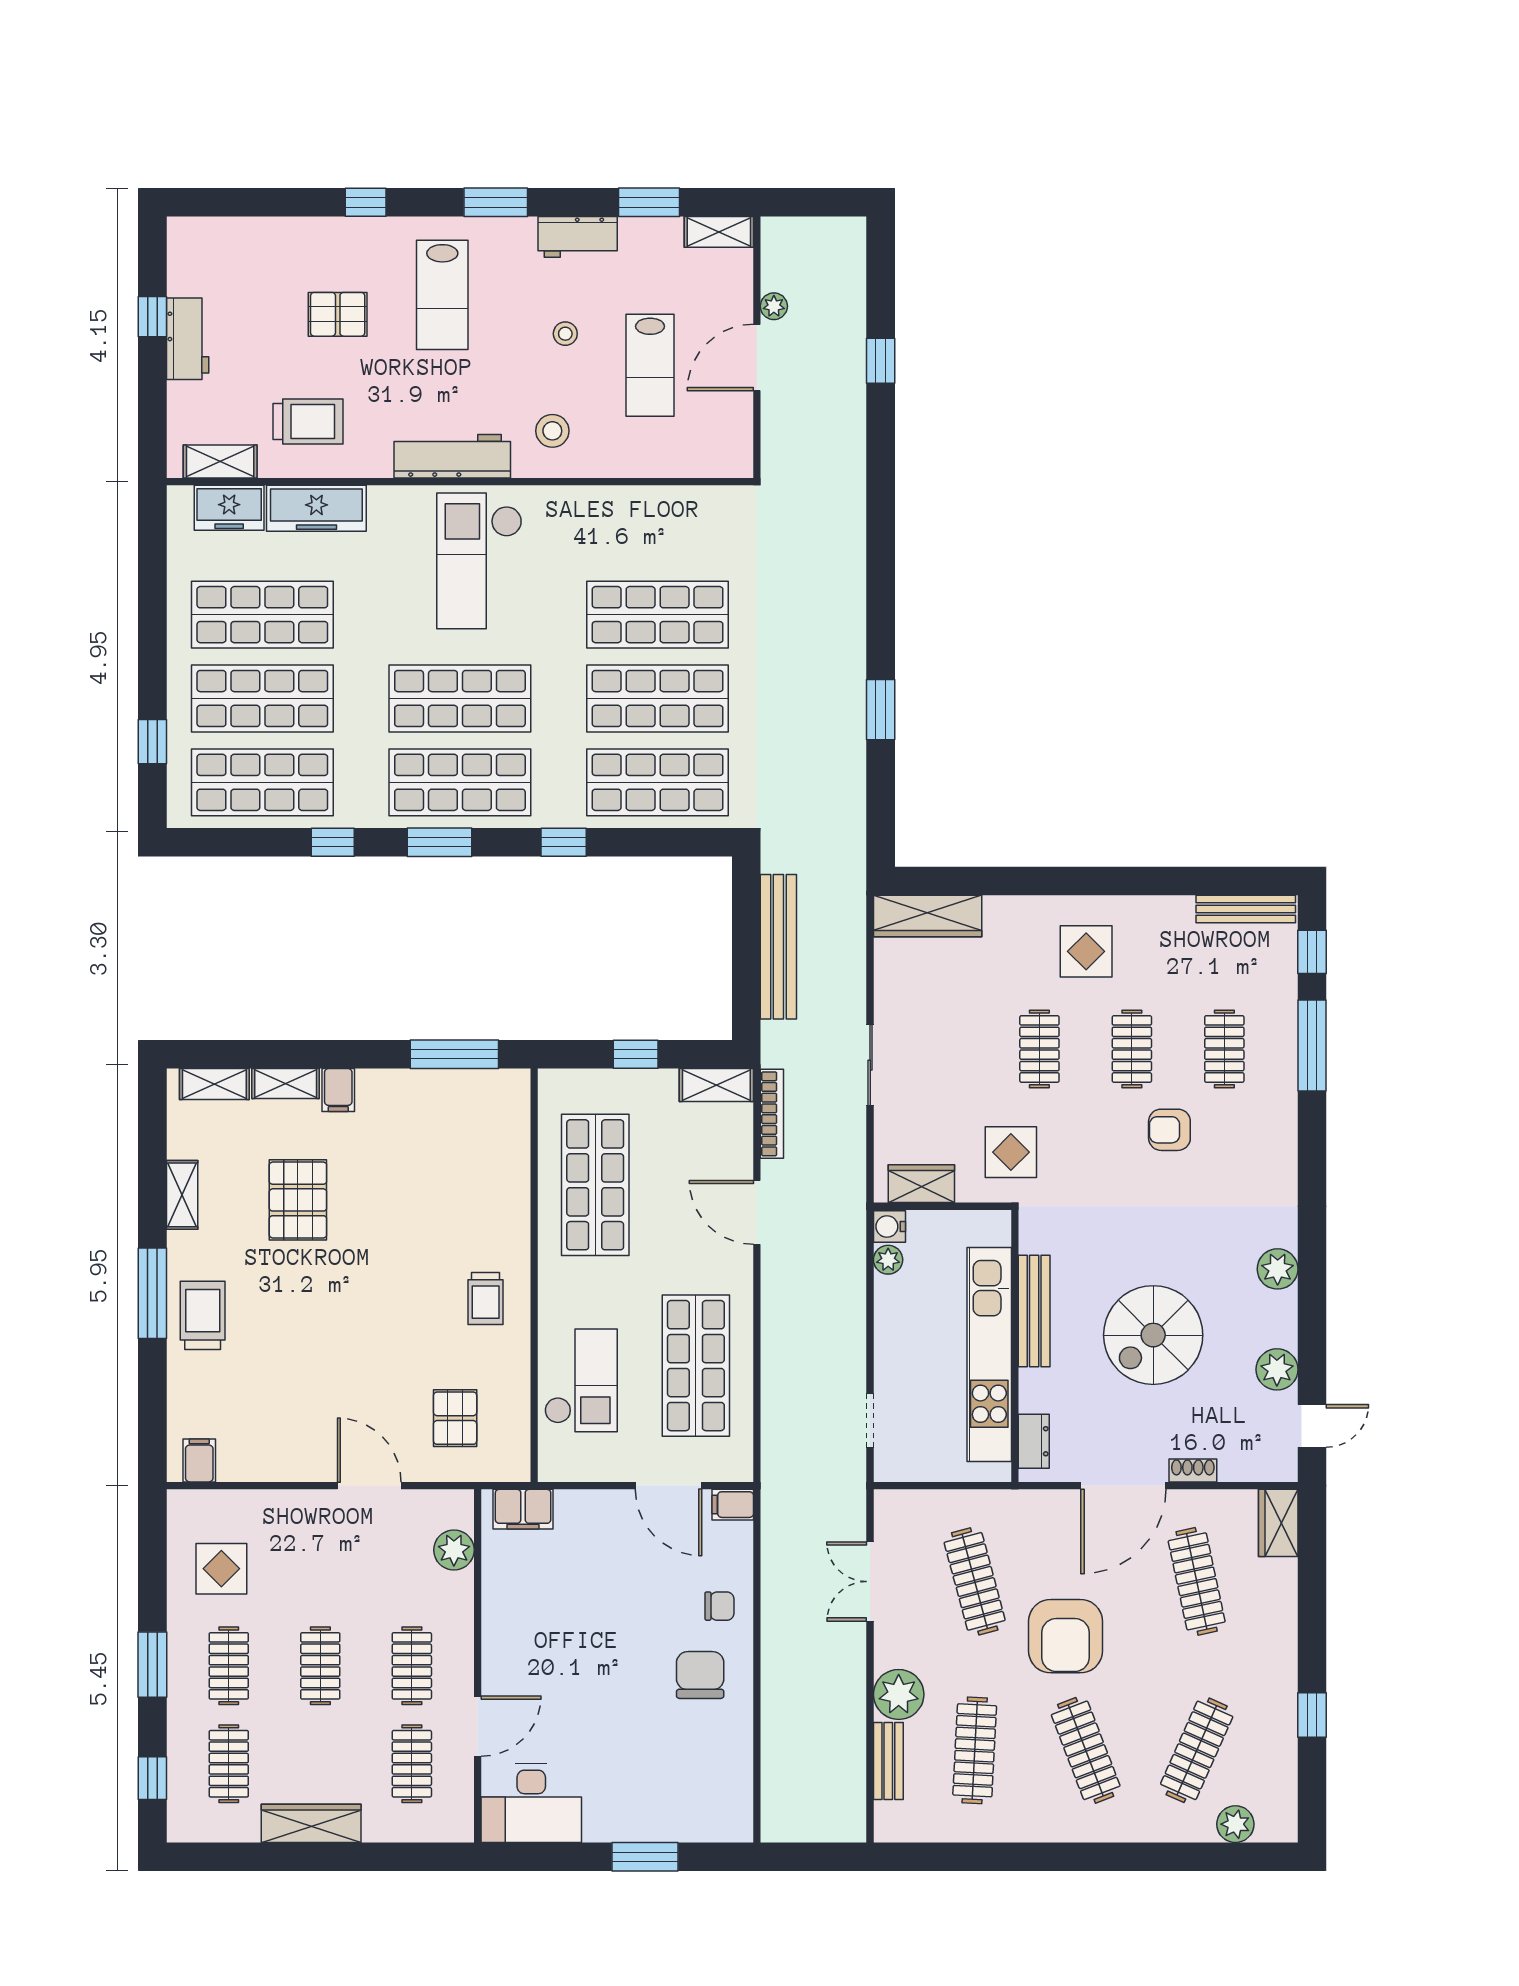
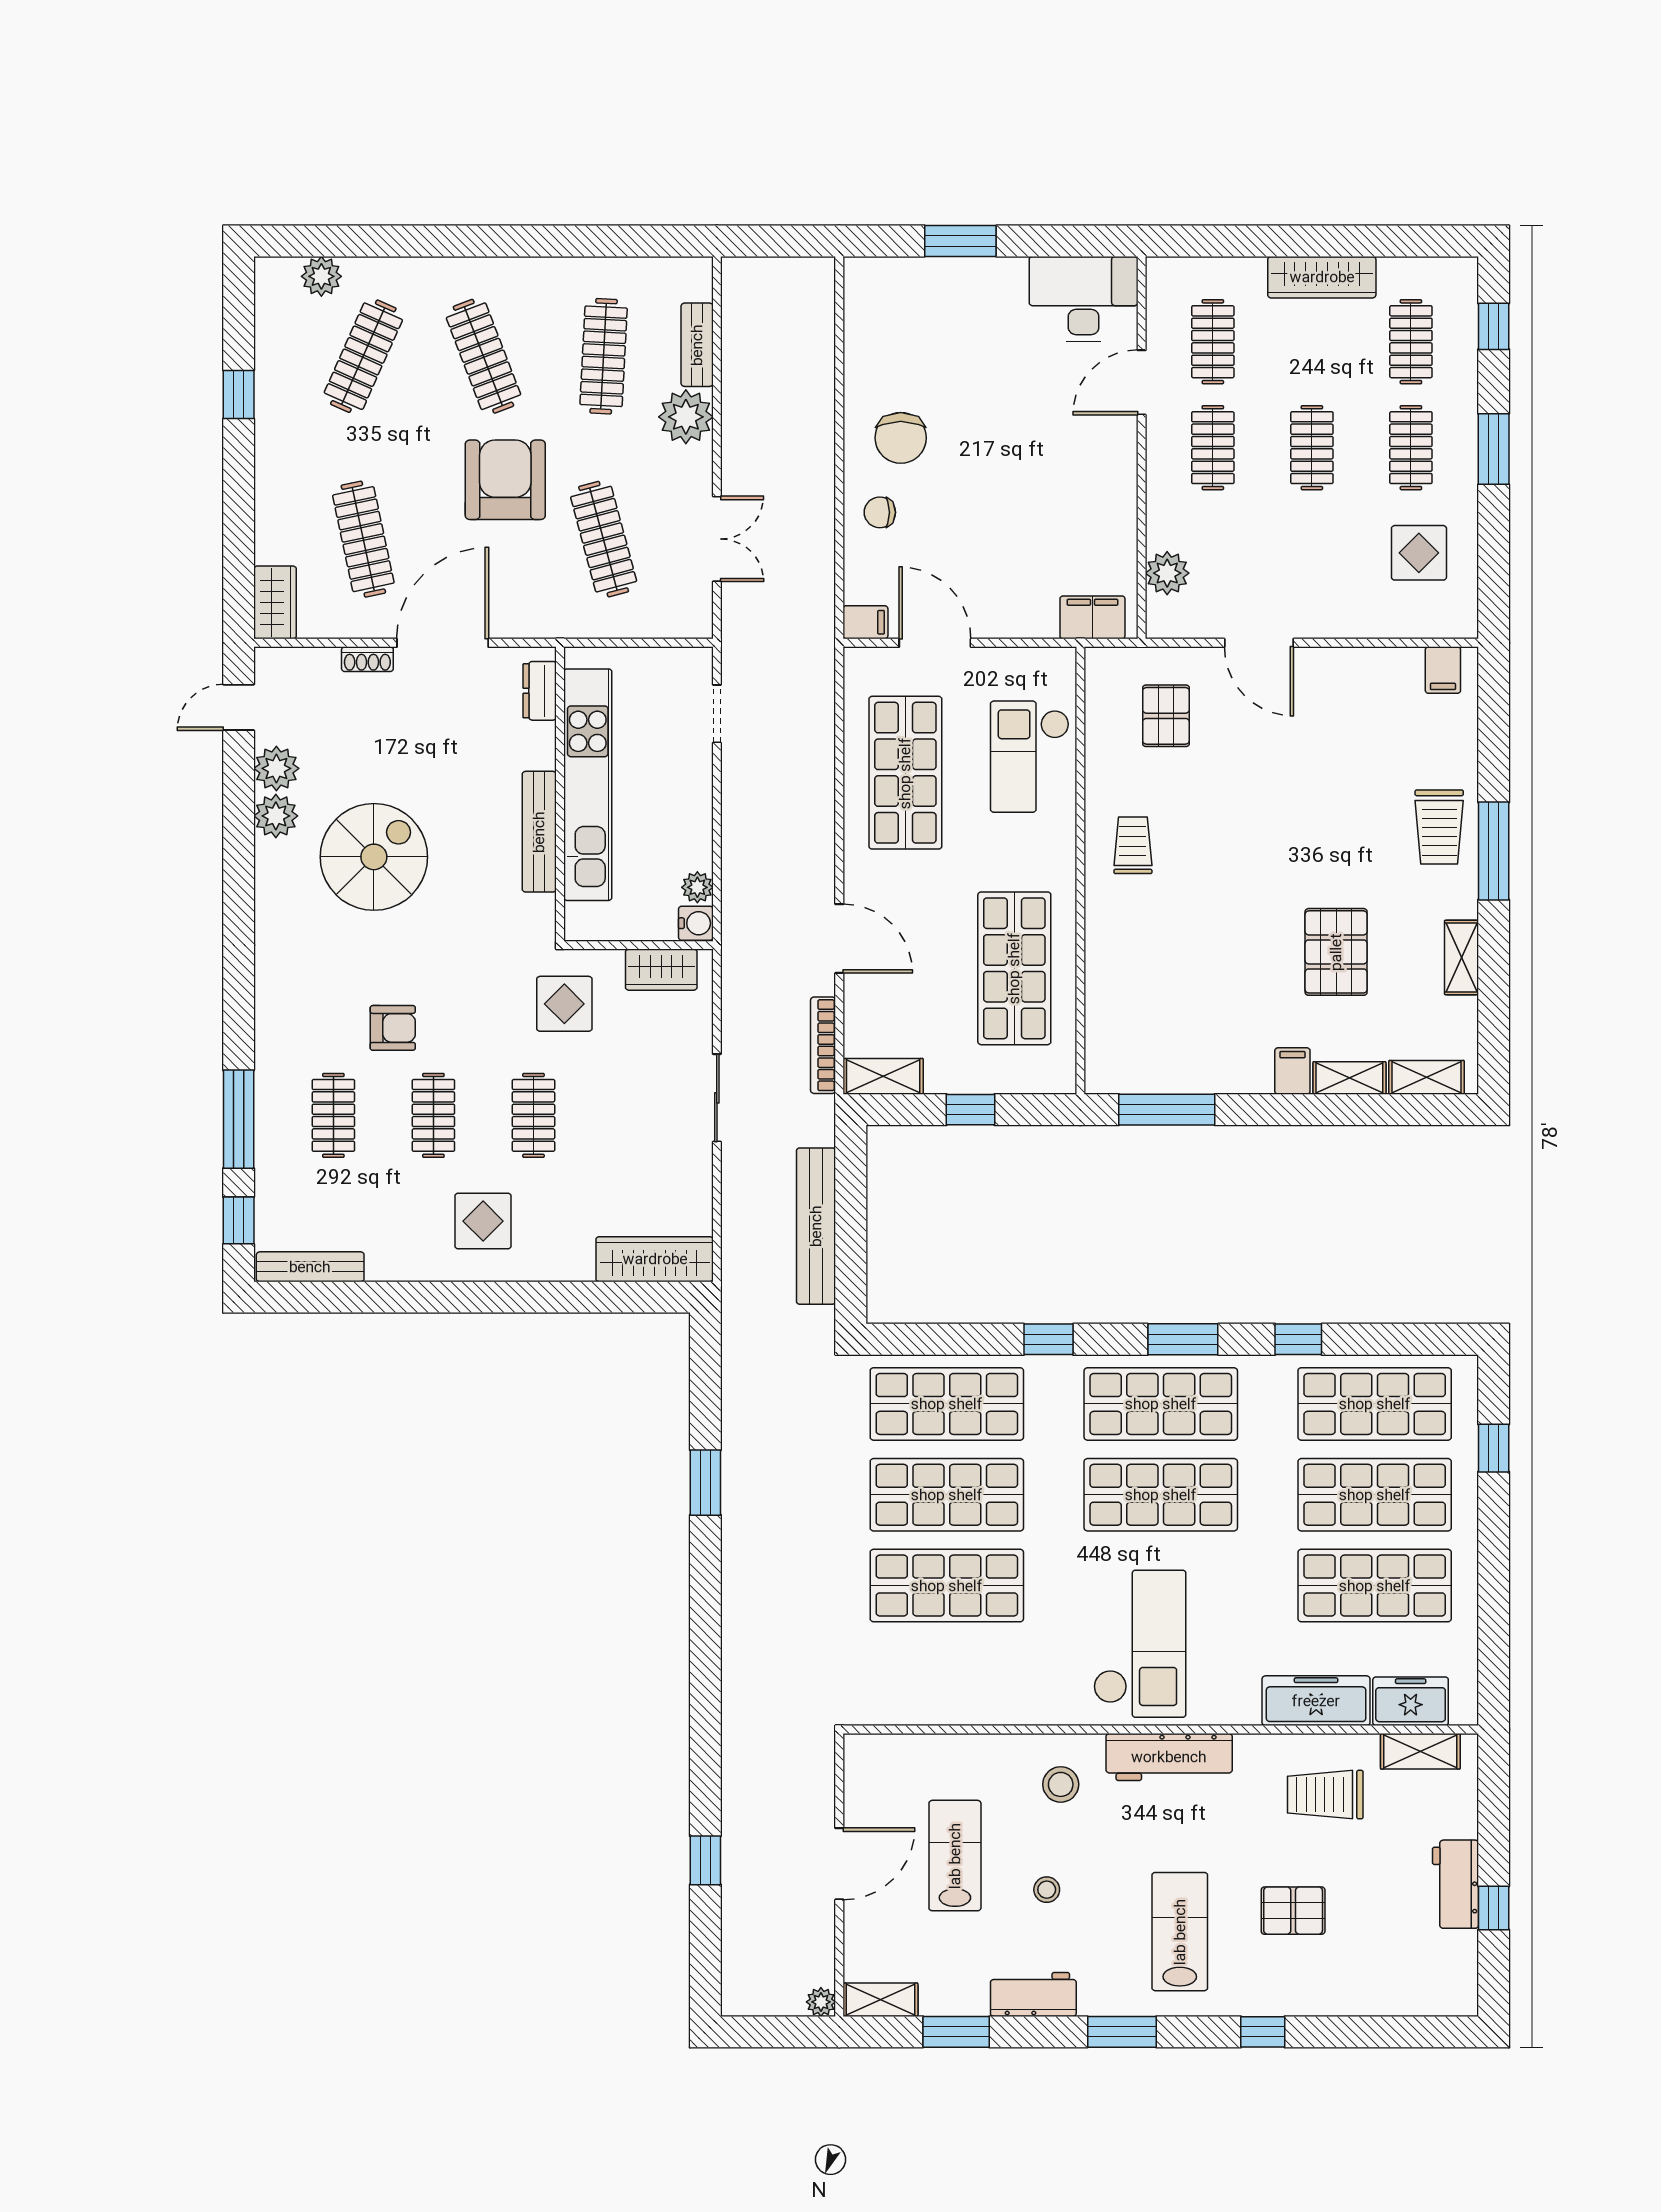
plant: (774, 306) -> (821, 2002), moved
plant: (1278, 1269) -> (276, 816), moved
spiral stairs: (1153, 1335) -> (374, 857), moved

